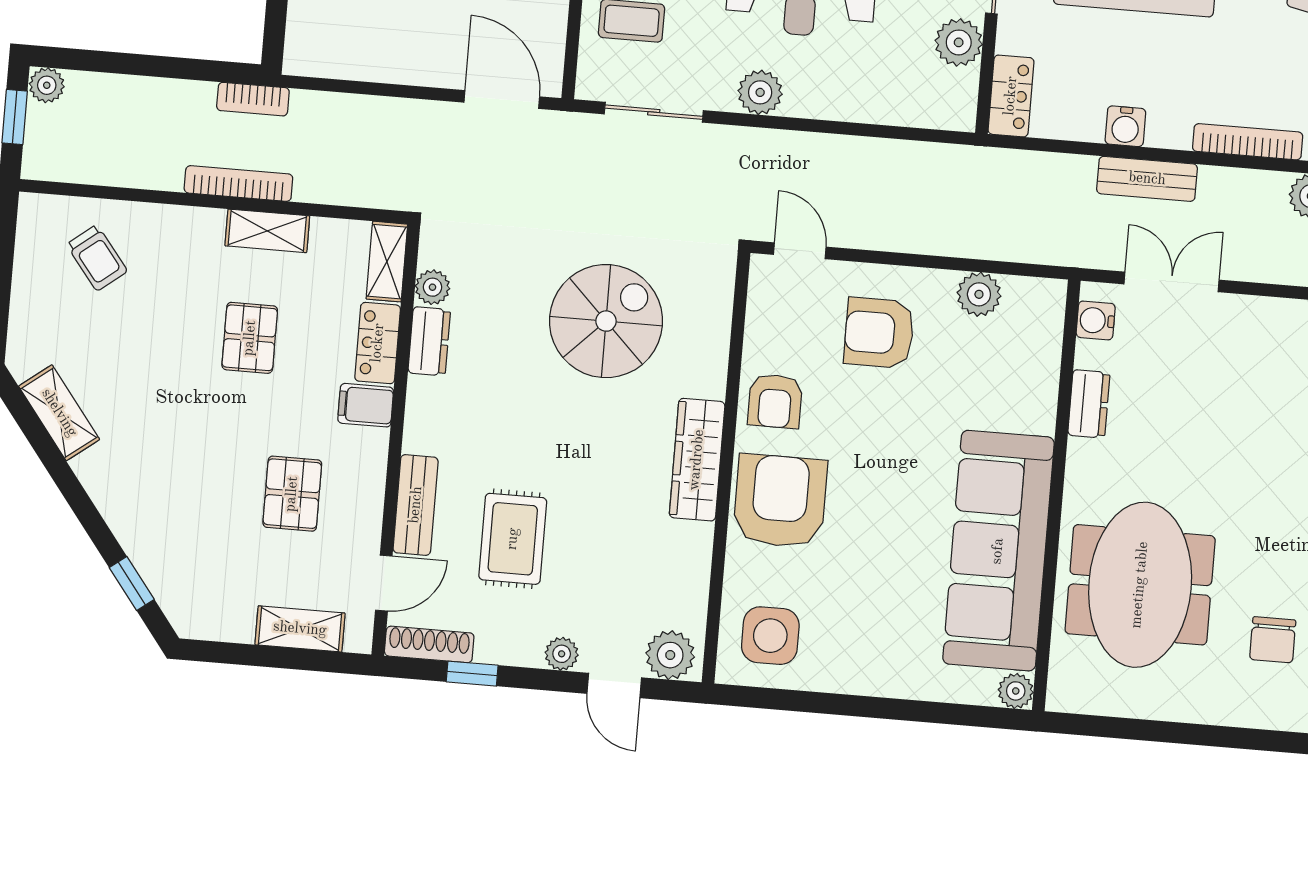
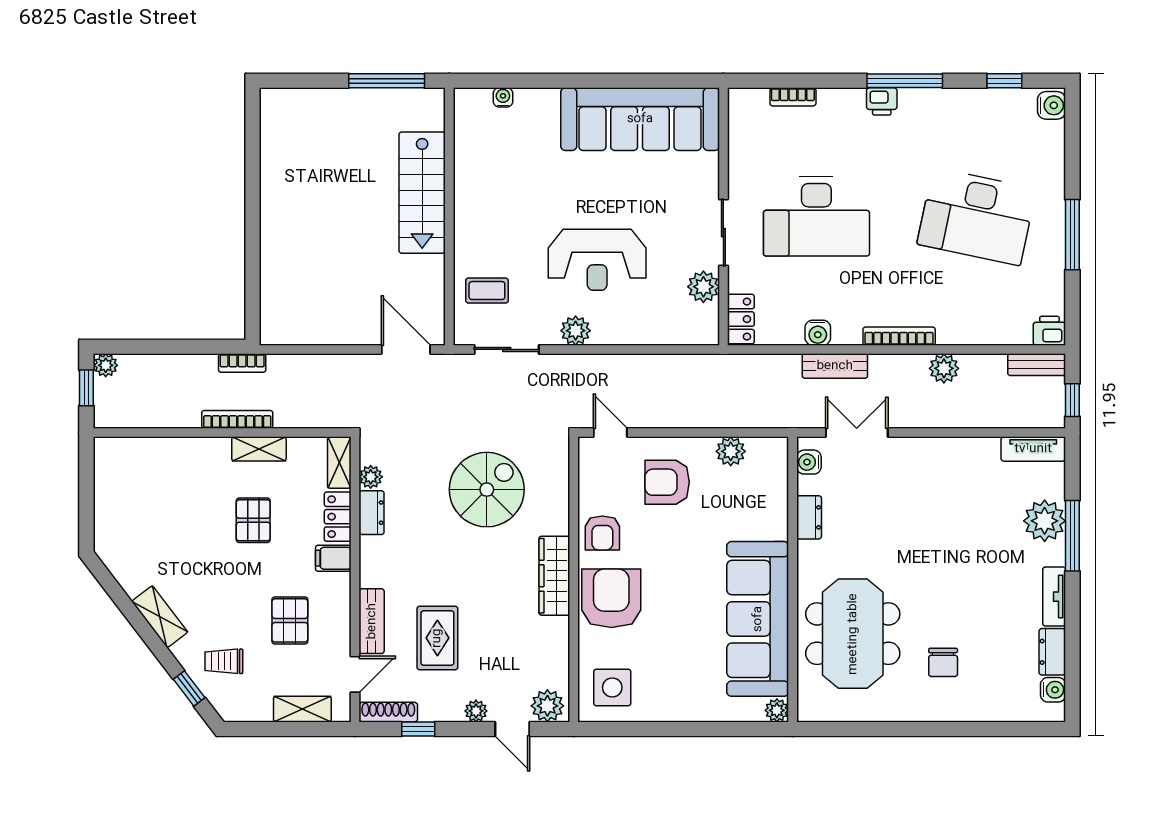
trolley: (97, 258) -> (224, 661), moved, turned 128
shelving: (59, 413) -> (160, 617), moved

